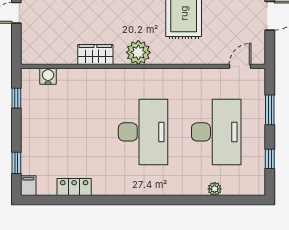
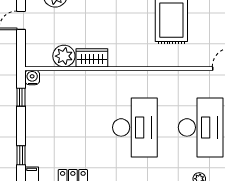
plant: (138, 52) -> (64, 56), moved
water cooler: (48, 76) -> (32, 77), moved

